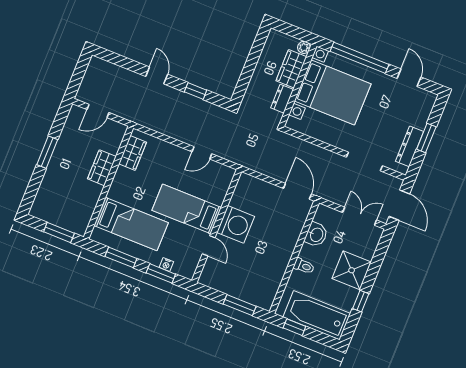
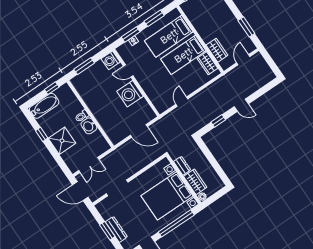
dresser: (410, 146) -> (116, 229), moved
window: (47, 152) -> (246, 27), moved
wardrobe: (102, 168) -> (217, 50), moved
door: (297, 191) -> (139, 131), moved
bed: (187, 209) -> (183, 55), moved, turned 180
washbasin: (316, 235) -> (89, 126), moved
washing machine: (210, 277) -> (111, 60), added
bathtub: (317, 315) -> (44, 106), width x0.73, depth x0.73

